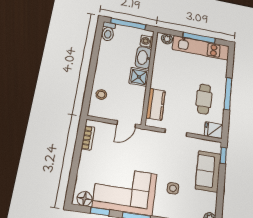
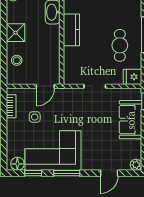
shower: (139, 77) -> (16, 33), moved
kitchen counter: (156, 104) -> (71, 30), moved
side table: (173, 188) -> (35, 117), moved

